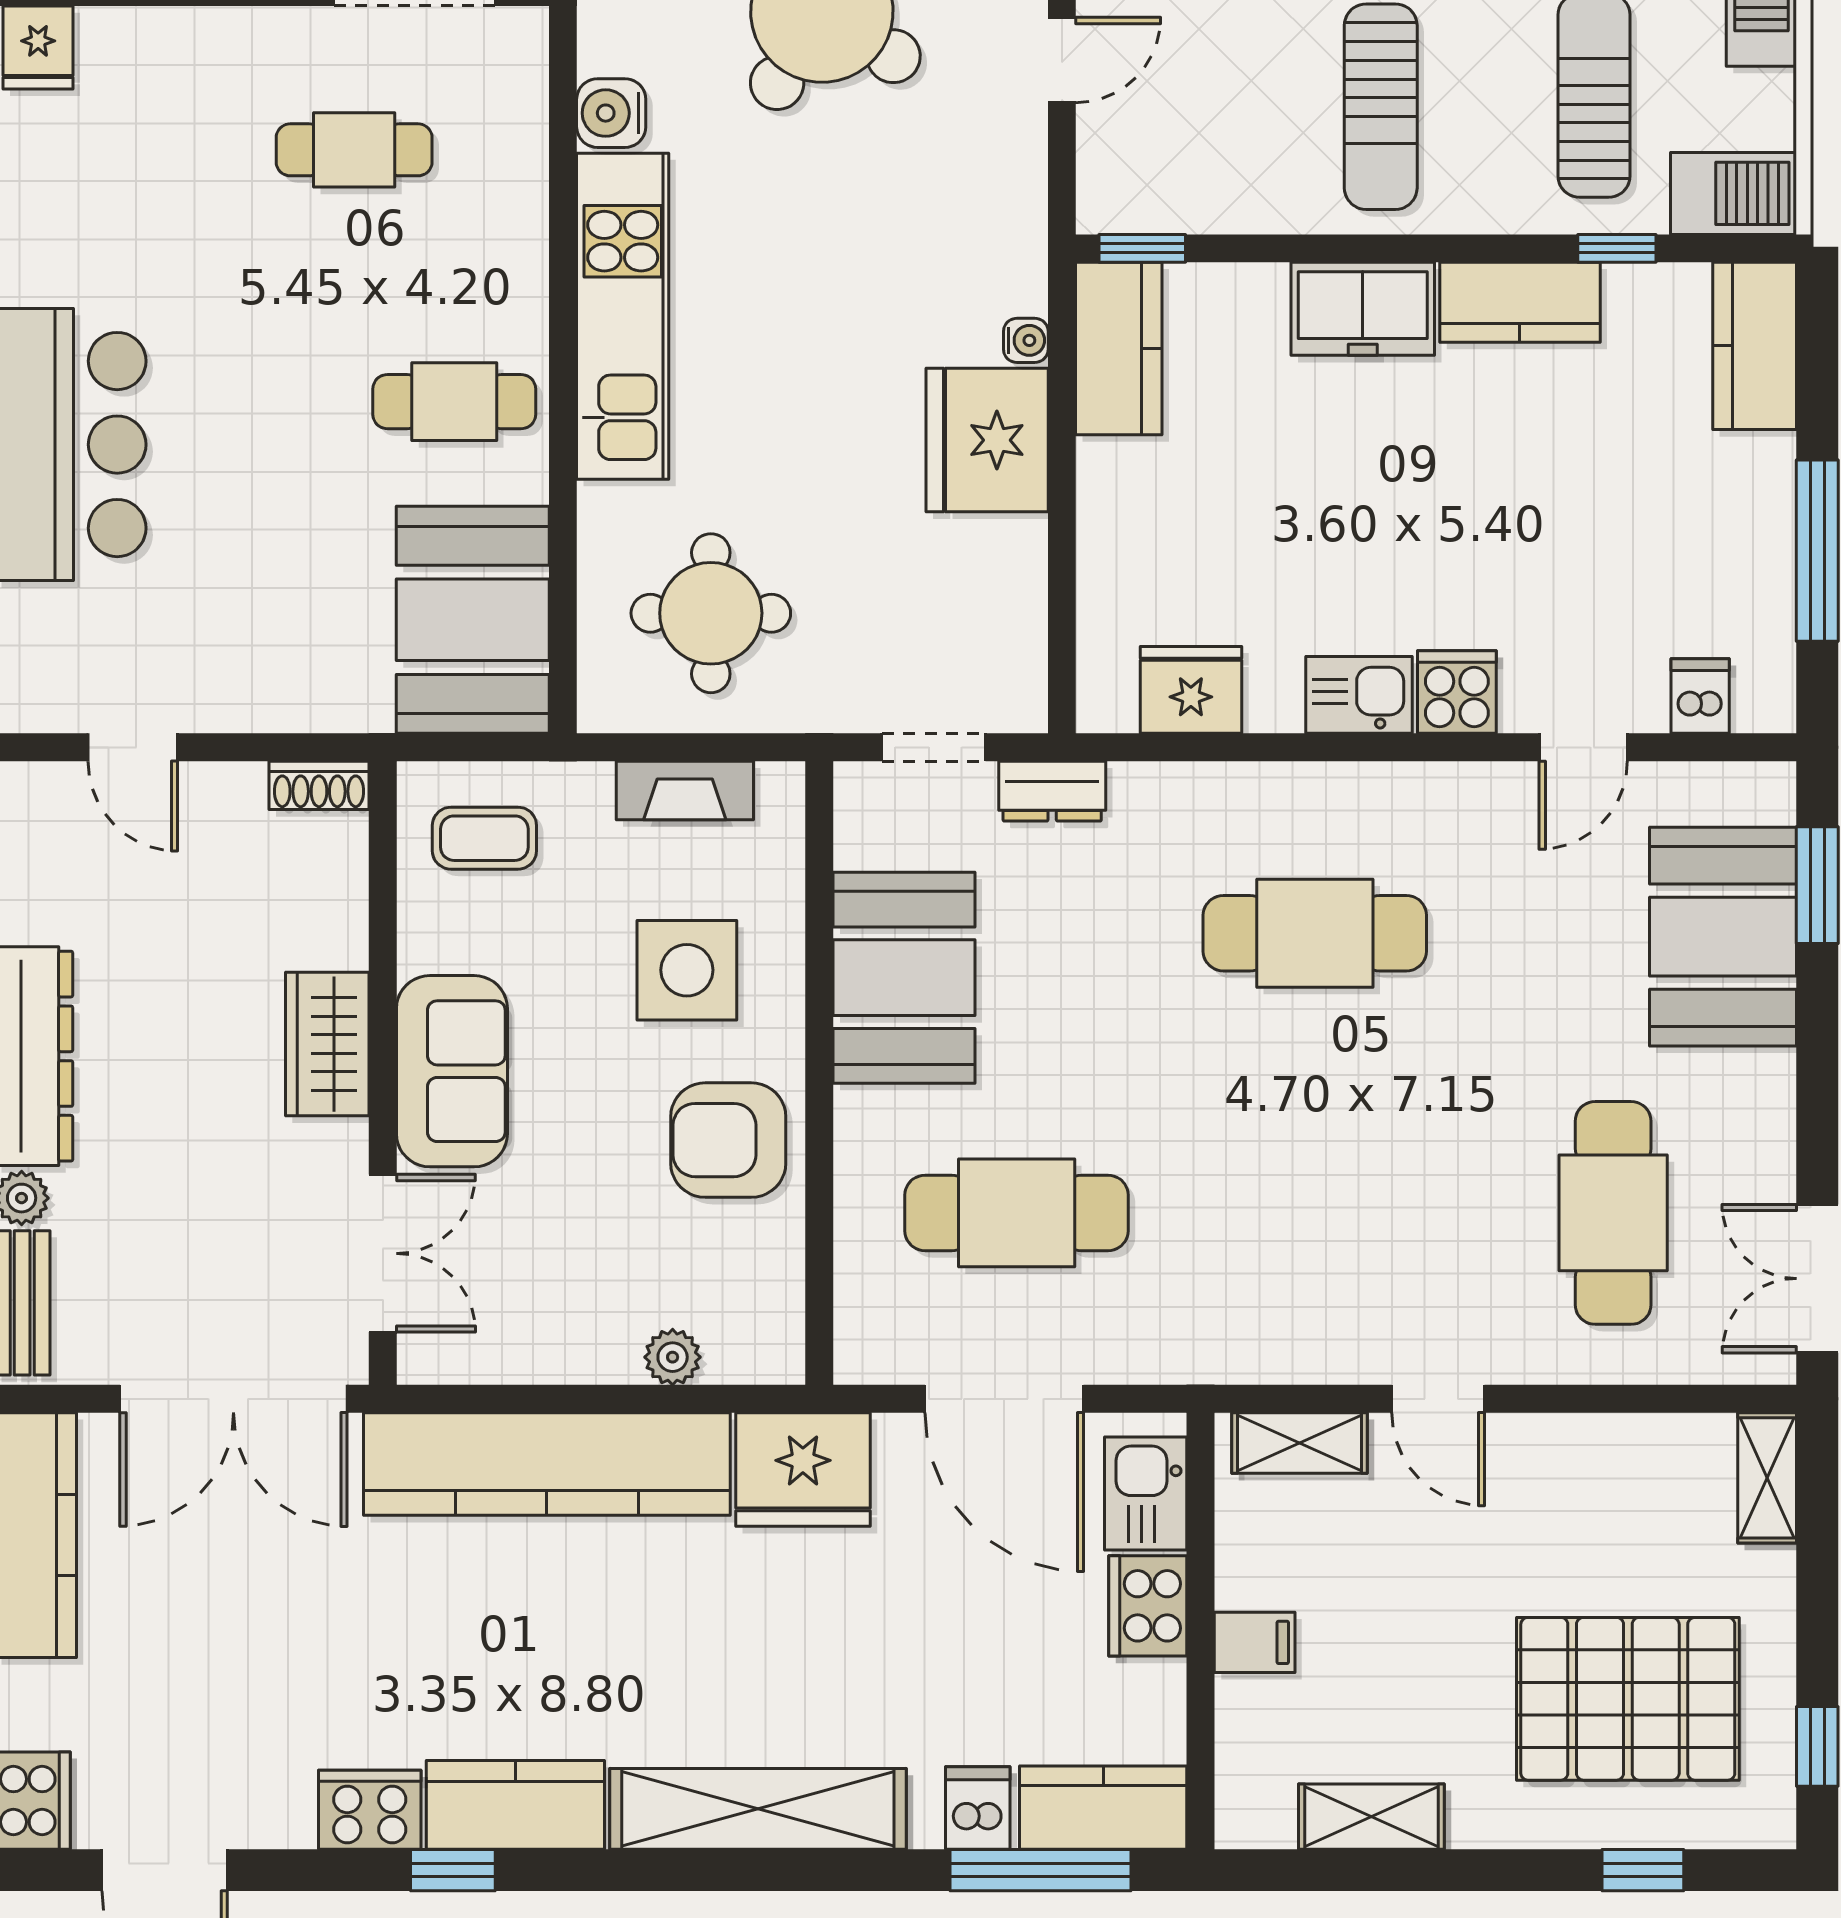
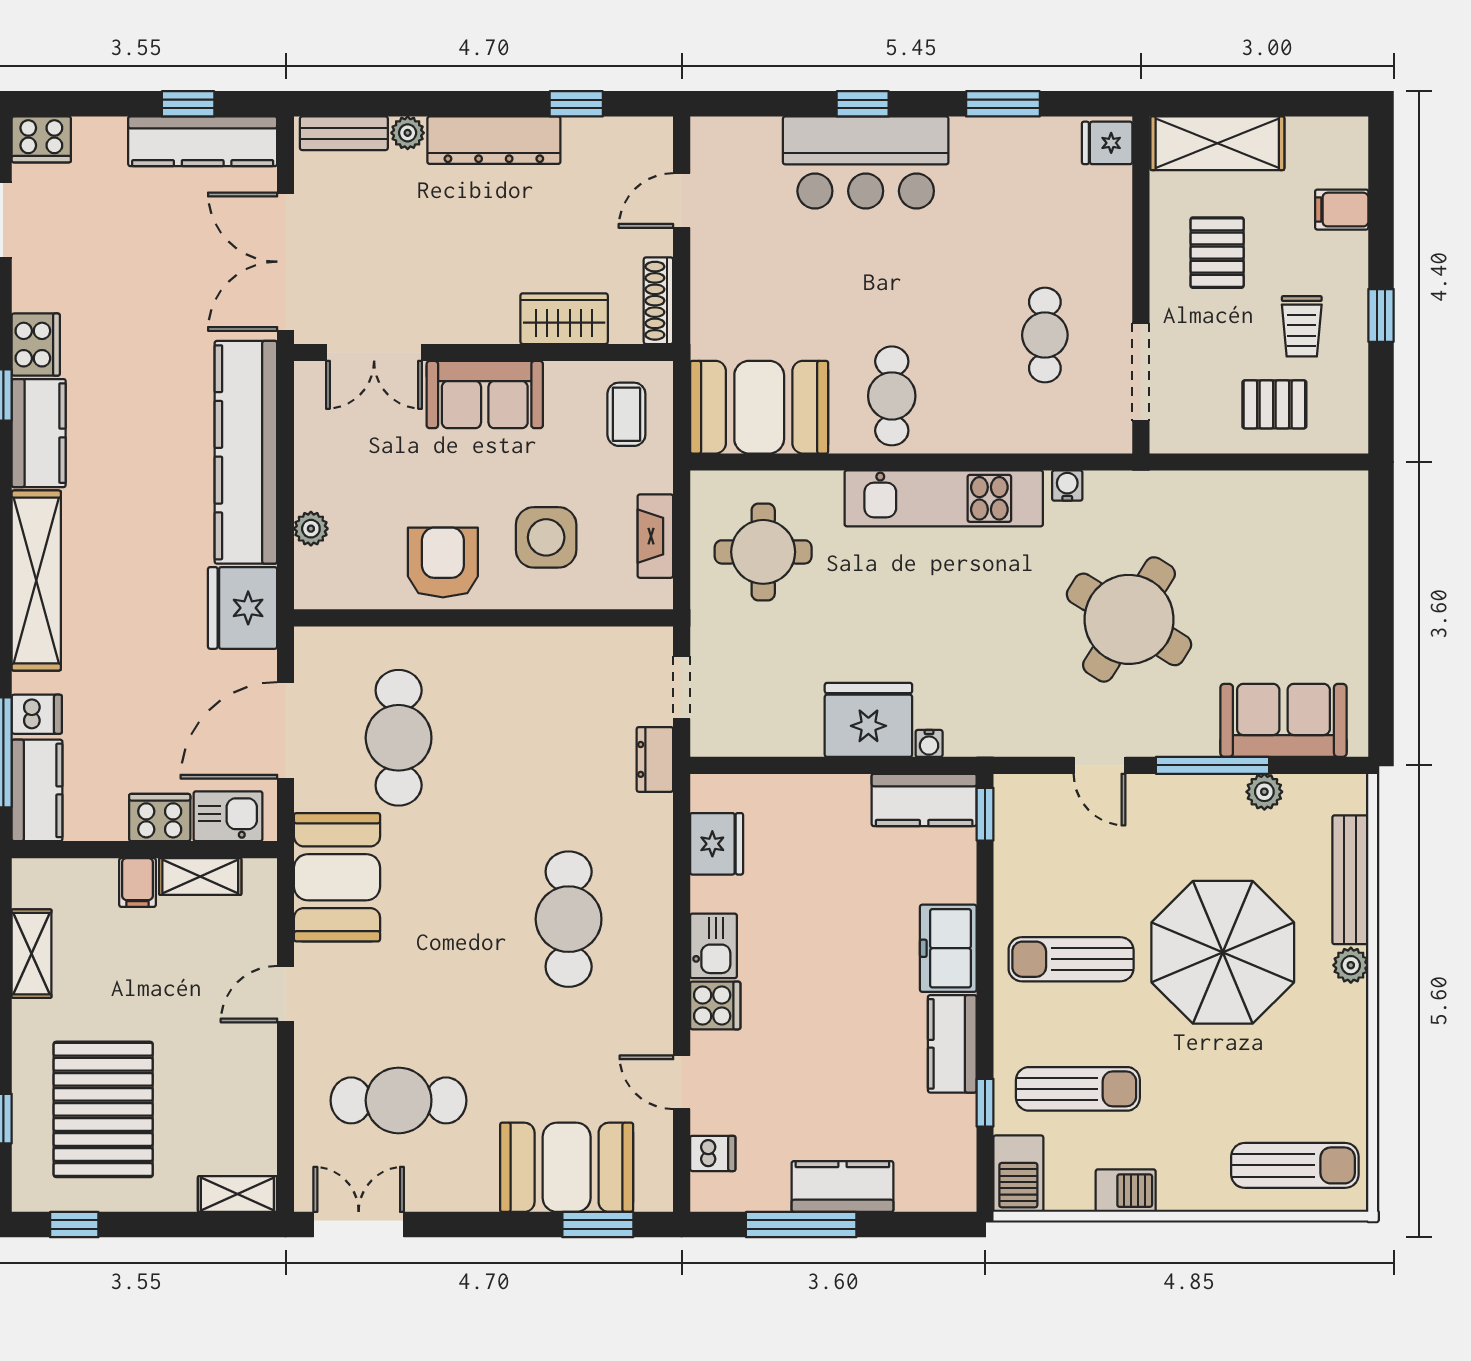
water cooler: (611, 113) -> (1067, 486), width x0.72, depth x0.72
kitchen counter: (1755, 346) -> (842, 1187), moved
shoe rack: (319, 785) -> (658, 301), width x1.43
booth: (904, 978) -> (337, 877), moved, turned 90
wardrobe: (327, 1044) -> (564, 319), moved
shelving: (1300, 1443) -> (200, 877), moved, turned 90

